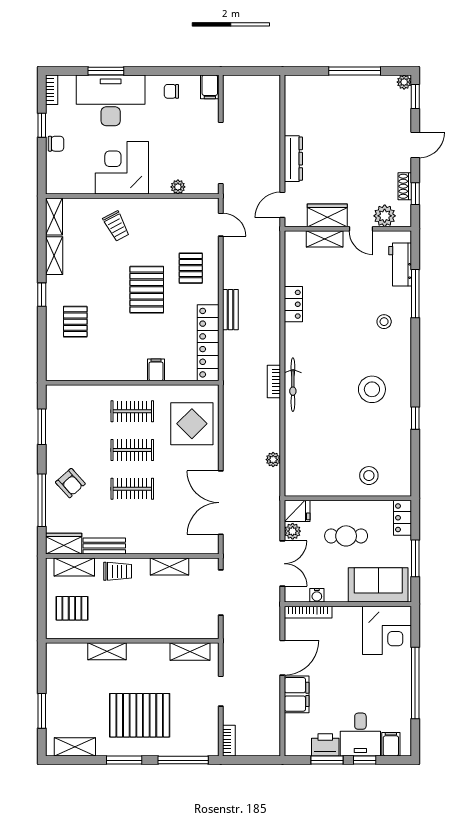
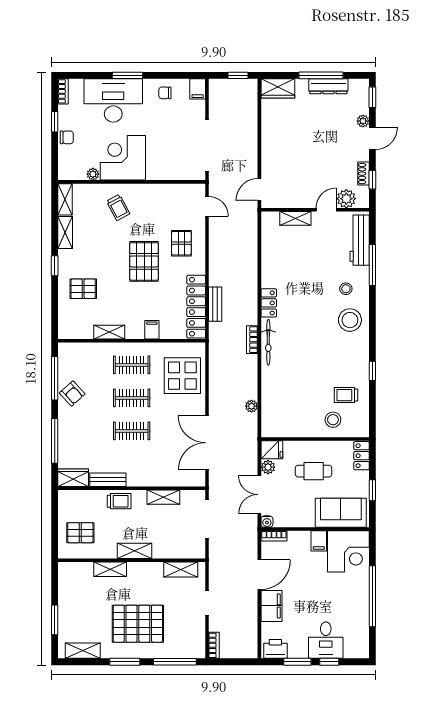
window: (106, 71) -> (128, 75), moved
window: (257, 71) -> (238, 75), added
plant: (404, 82) -> (363, 121), moved
dresser: (293, 159) -> (328, 86), moved, turned 90
plant: (178, 187) -> (93, 174), moved
wardrobe: (327, 215) -> (278, 88), moved, turned 180
door: (361, 229) -> (326, 210), swing flipped
workbench: (400, 264) -> (360, 240), width x1.38
locker: (293, 304) -> (269, 303), moved
bench: (230, 310) -> (215, 304), moved
pallet: (75, 322) -> (83, 289), turned 90
shelving: (106, 373) -> (109, 332), added
stool: (372, 389) -> (350, 320), moved
window: (42, 427) -> (55, 378), width x1.44
trolley: (384, 447) -> (346, 395), added
armchair: (70, 483) -> (72, 394), moved
window: (415, 558) -> (372, 490), width x0.67
double door: (282, 564) -> (259, 495), swing flipped
shelving: (74, 567) -> (134, 551), moved
water cooler: (317, 595) -> (267, 522), moved
bookcase: (308, 612) -> (274, 536), width x0.64
filing cabinet: (391, 744) -> (319, 541), moved, turned 180
printer: (325, 745) -> (275, 649), moved

